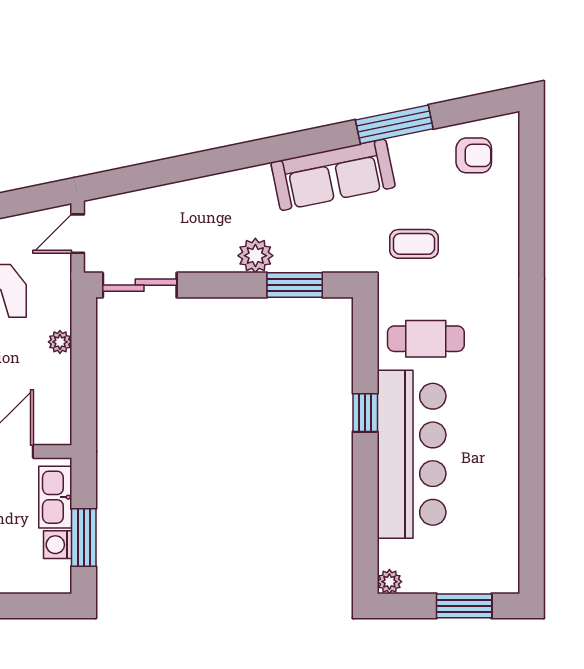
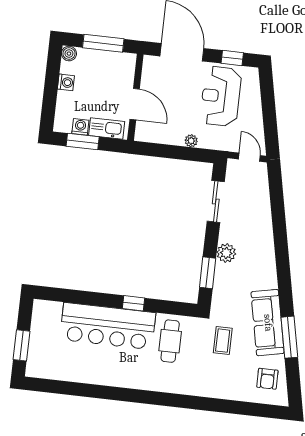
sofa: (333, 175) -> (268, 323), moved
sliding door: (140, 285) -> (216, 201), moved
plant: (389, 582) -> (39, 306), removed

